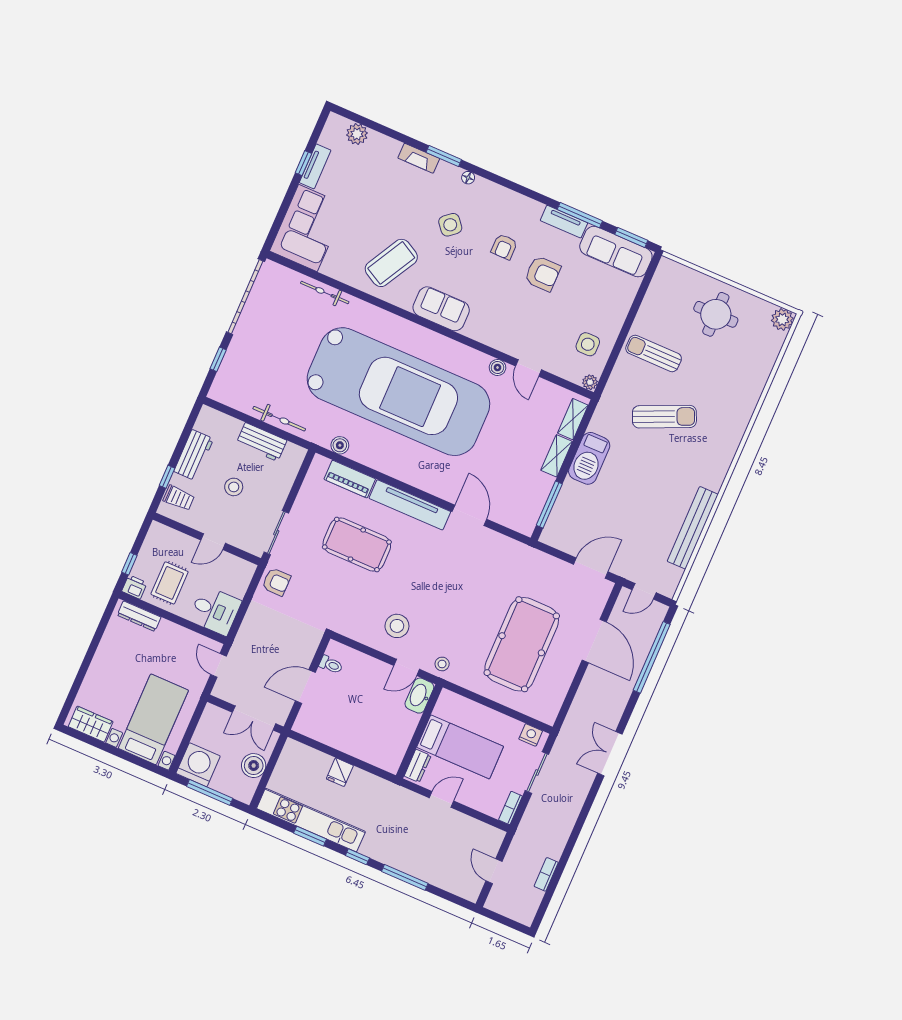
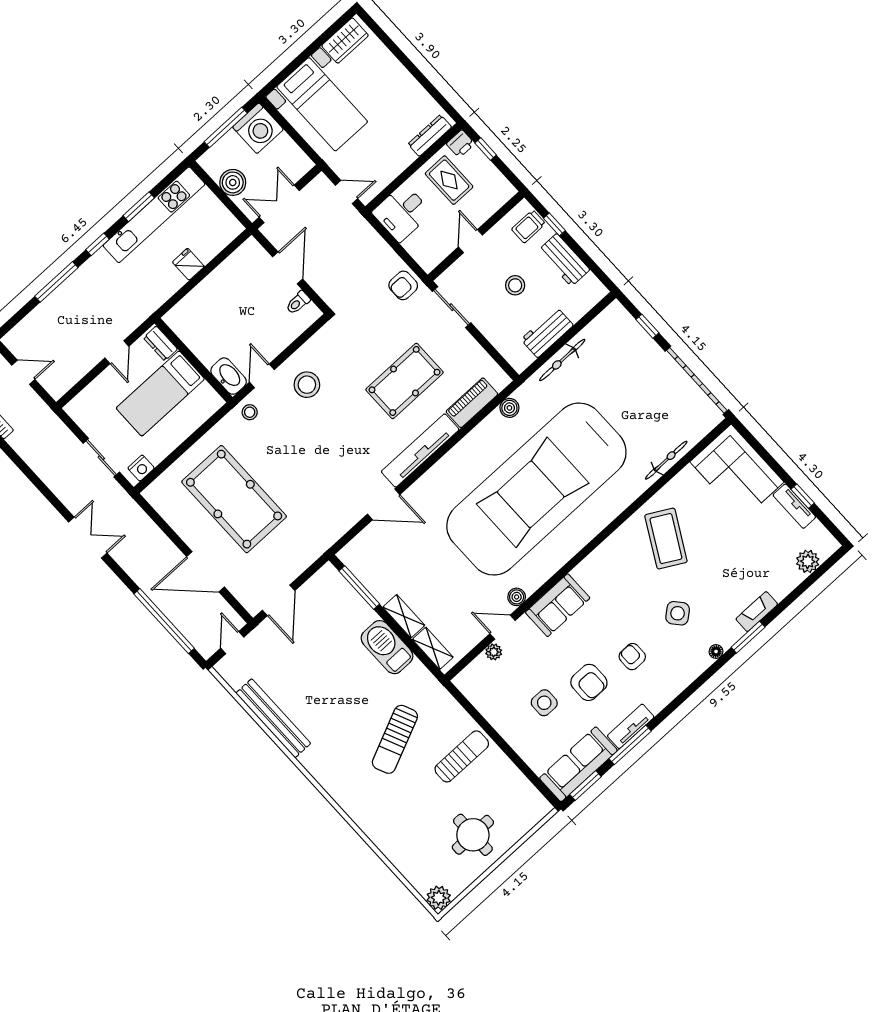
armchair: (543, 274) -> (589, 682), turned -90
sofa: (441, 309) -> (558, 605), moved
side table: (588, 344) -> (544, 703), moved
plant: (590, 382) -> (494, 652), moved
bookcase: (510, 808) -> (78, 416), removed

